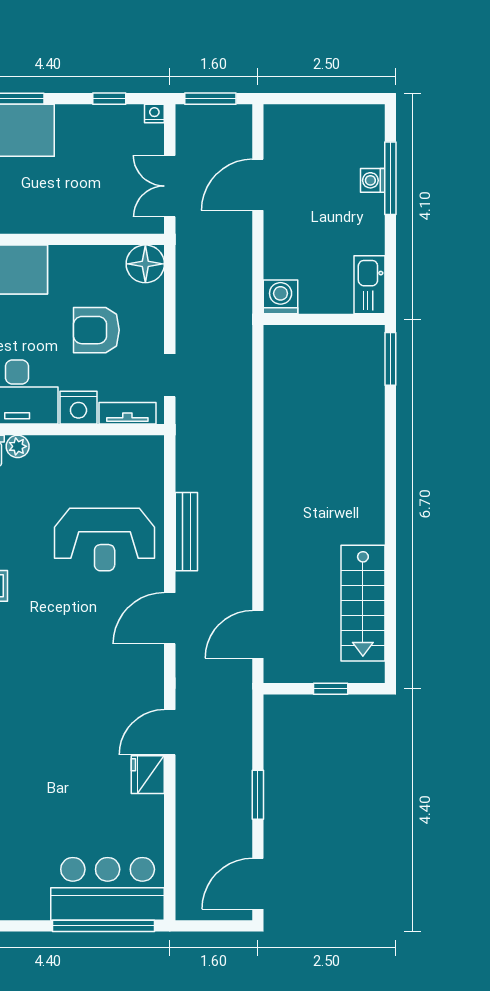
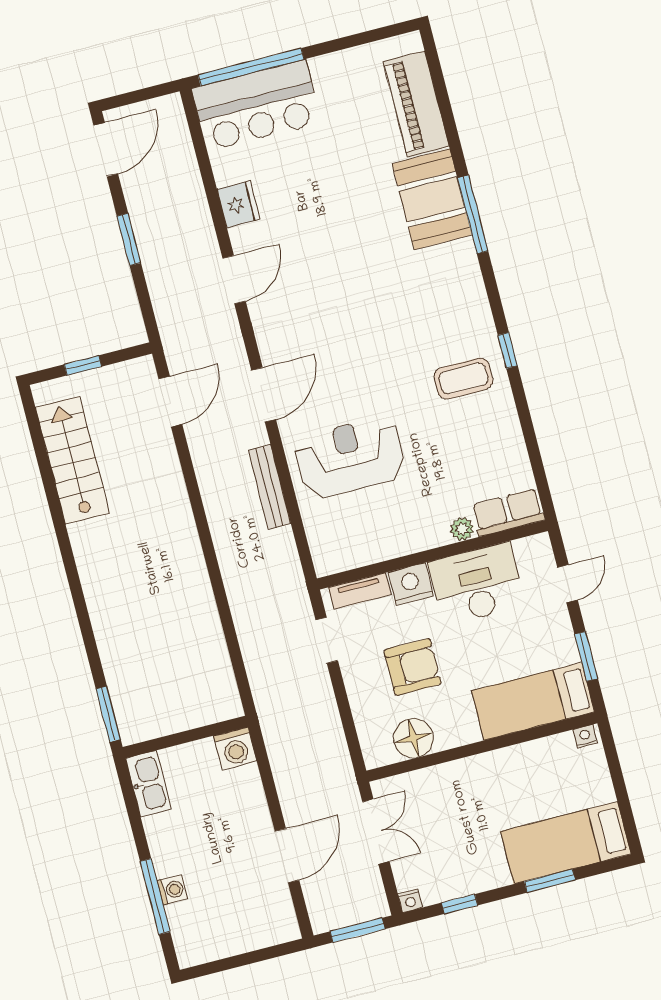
floor lamp: (145, 264) -> (413, 738), moved
fridge: (148, 775) -> (238, 204), moved

